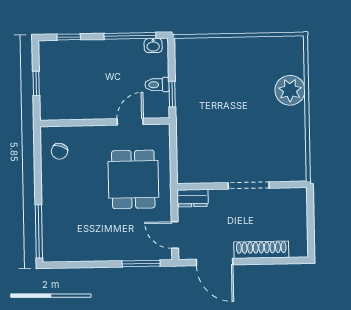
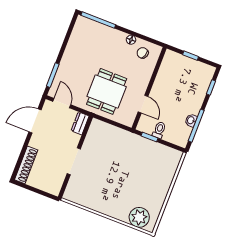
washbasin: (153, 46) -> (191, 120), moved
plant: (290, 90) -> (139, 217), moved
floor lamp: (48, 175) -> (131, 40), added
dining table: (133, 179) -> (107, 91), turned 90
door: (175, 235) -> (62, 103), hinge flipped
shoe rack: (261, 250) -> (26, 165), moved

